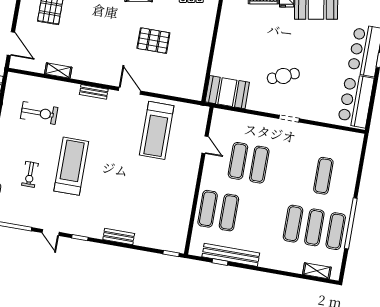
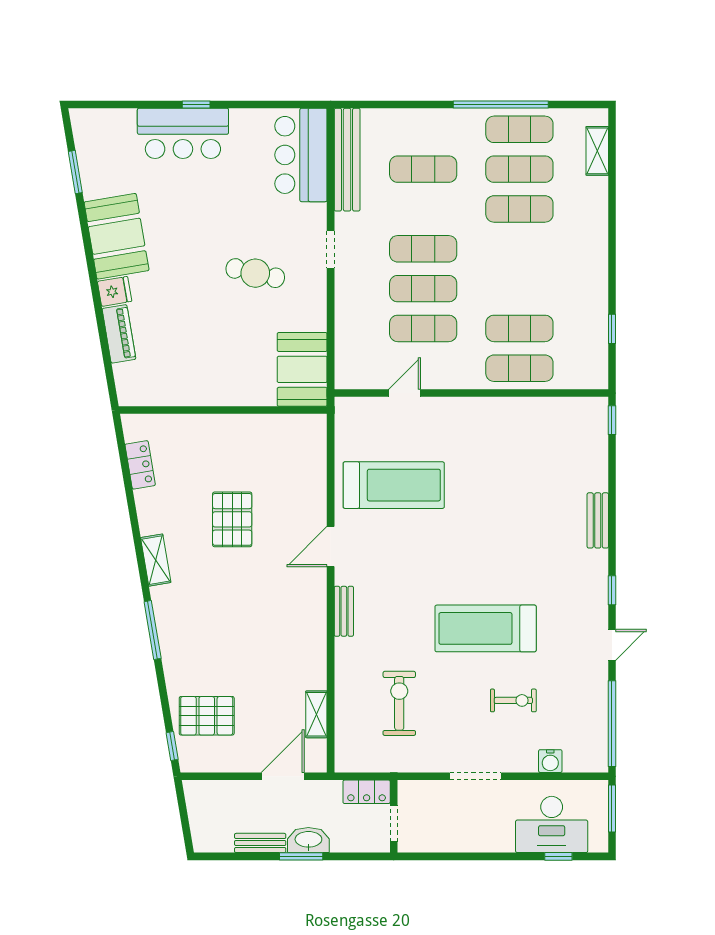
shelving: (58, 70) -> (316, 714), moved
cafe table: (283, 76) -> (255, 273), turned -55
bar counter: (356, 101) -> (301, 155), moved, turned 90
exercise mat: (281, 168) -> (423, 249), added
bench: (231, 255) -> (347, 160), moved

